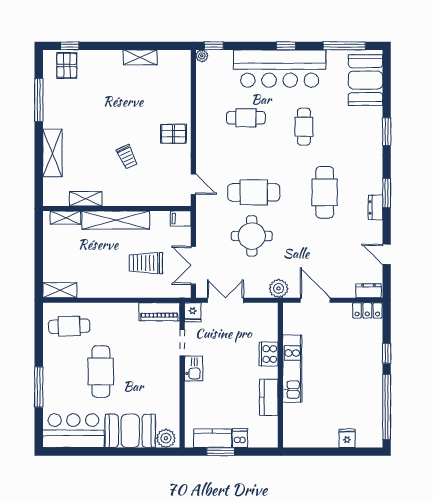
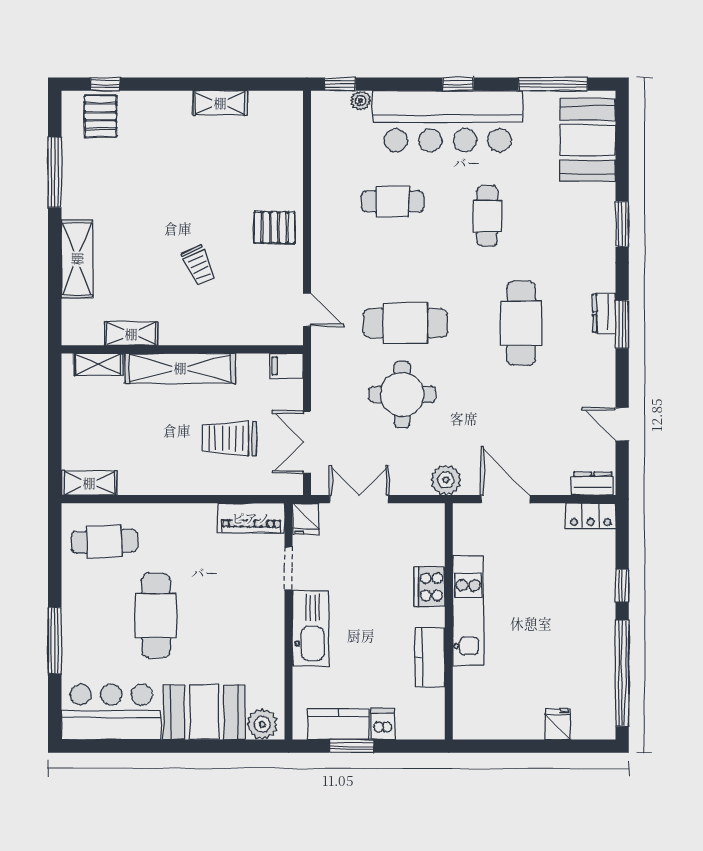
plant: (202, 56) -> (361, 101), moved
dresser: (376, 207) -> (604, 313), moved
kitchen sink: (194, 368) -> (311, 628), width x1.88, depth x1.24

